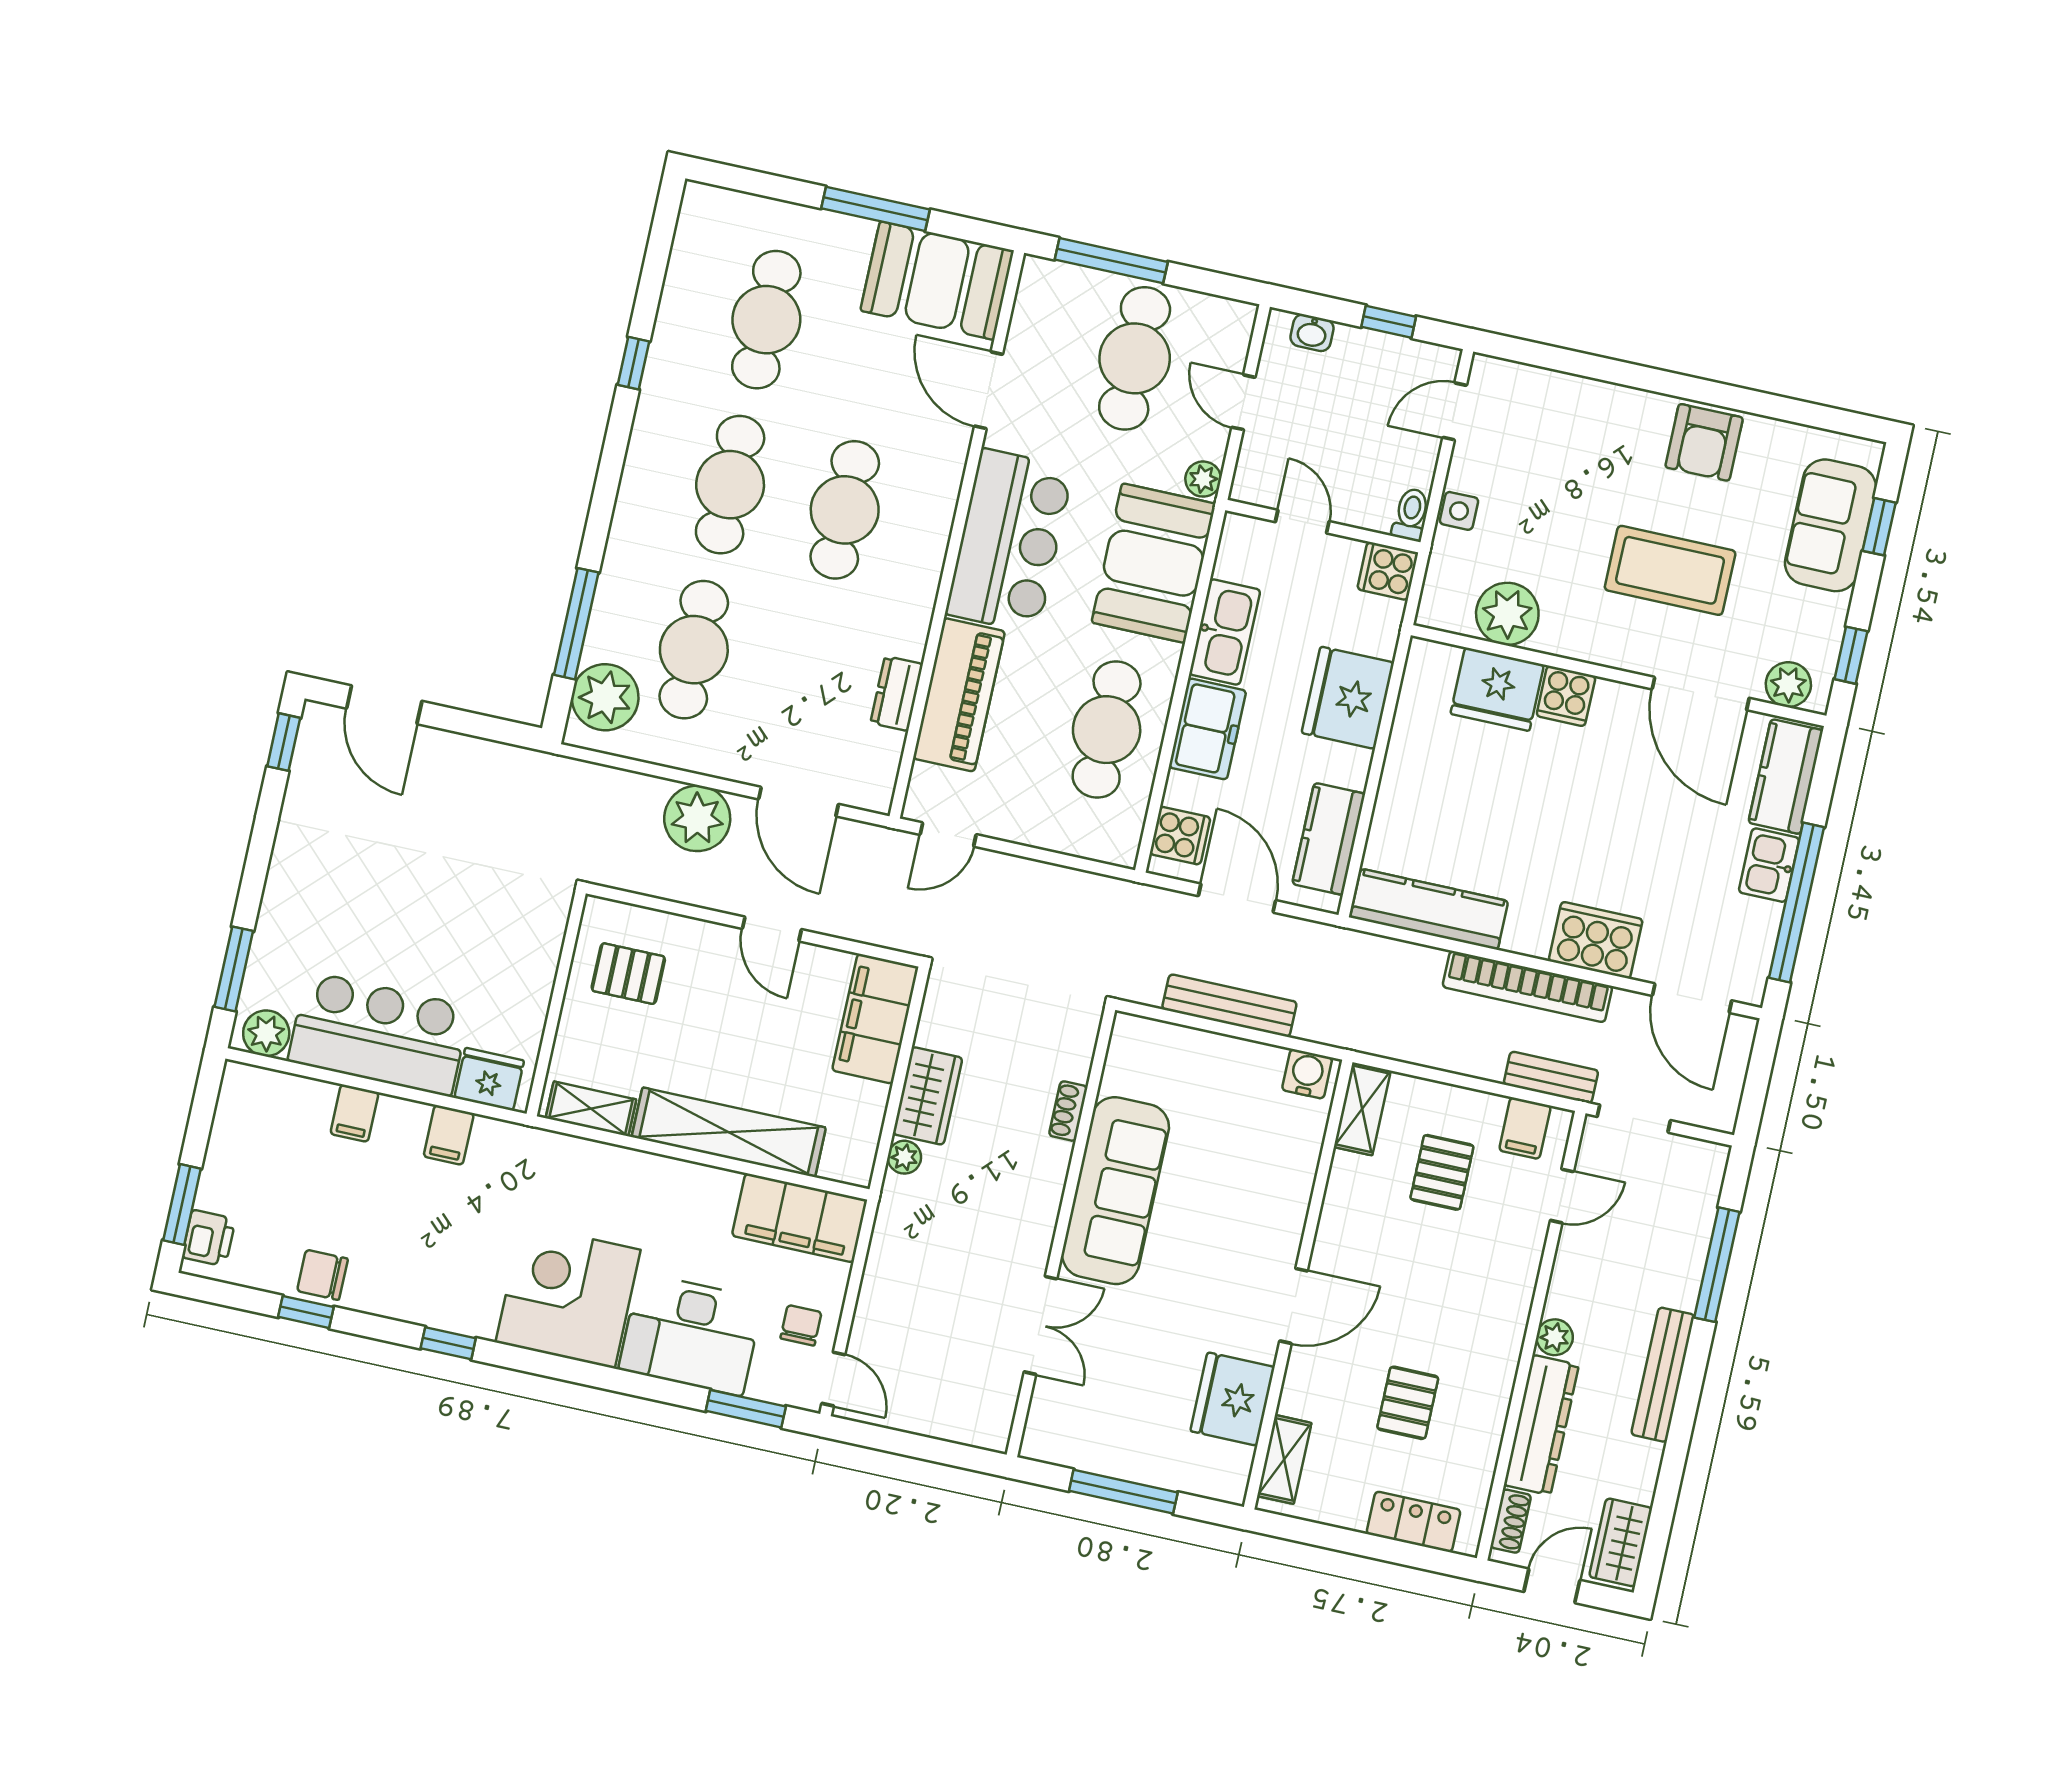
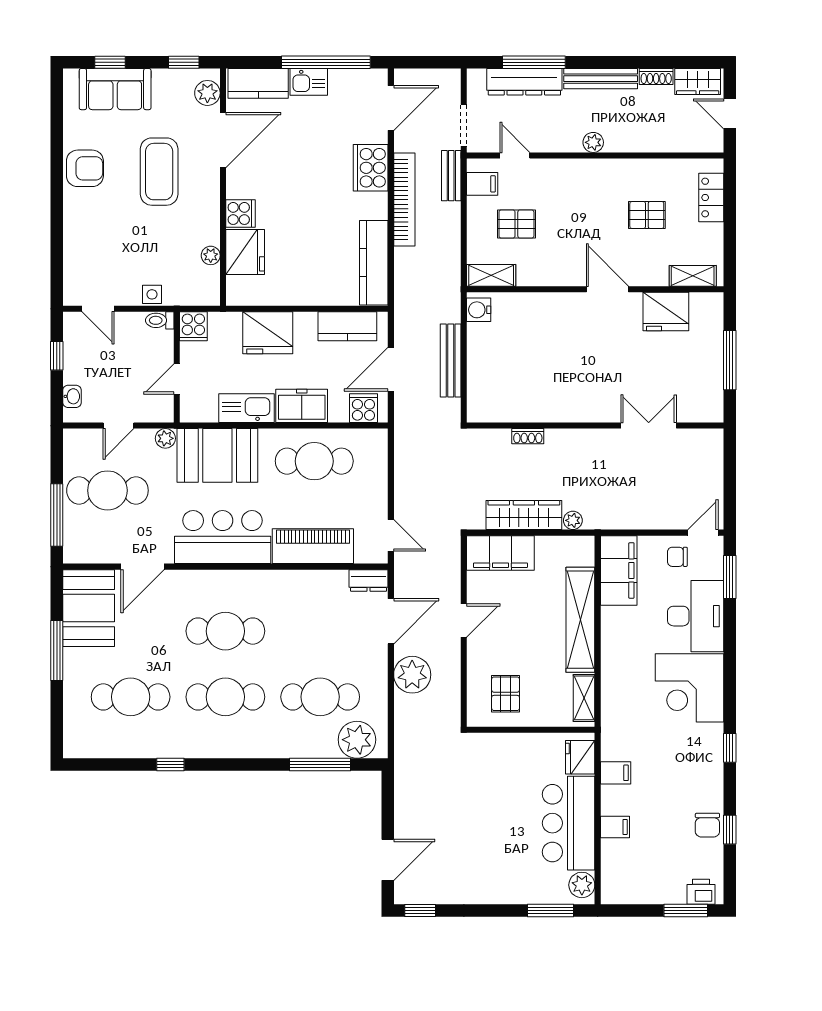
plant: (1507, 614) -> (211, 255), width x0.53, depth x0.53
dresser: (897, 693) -> (369, 580), moved
wardrobe: (928, 1096) -> (524, 515), width x1.50
sofa: (1115, 1191) -> (566, 401), removed
dresser: (1541, 1425) -> (524, 82), moved, turned 180
shoe rack: (1511, 1521) -> (656, 77), moved, turned 180

